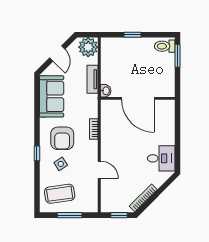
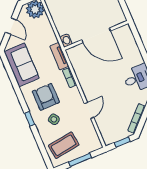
tv unit: (93, 79) -> (59, 56), moved
armchair: (62, 138) -> (46, 97), turned 180
door: (99, 170) -> (89, 110), hinge flipped

